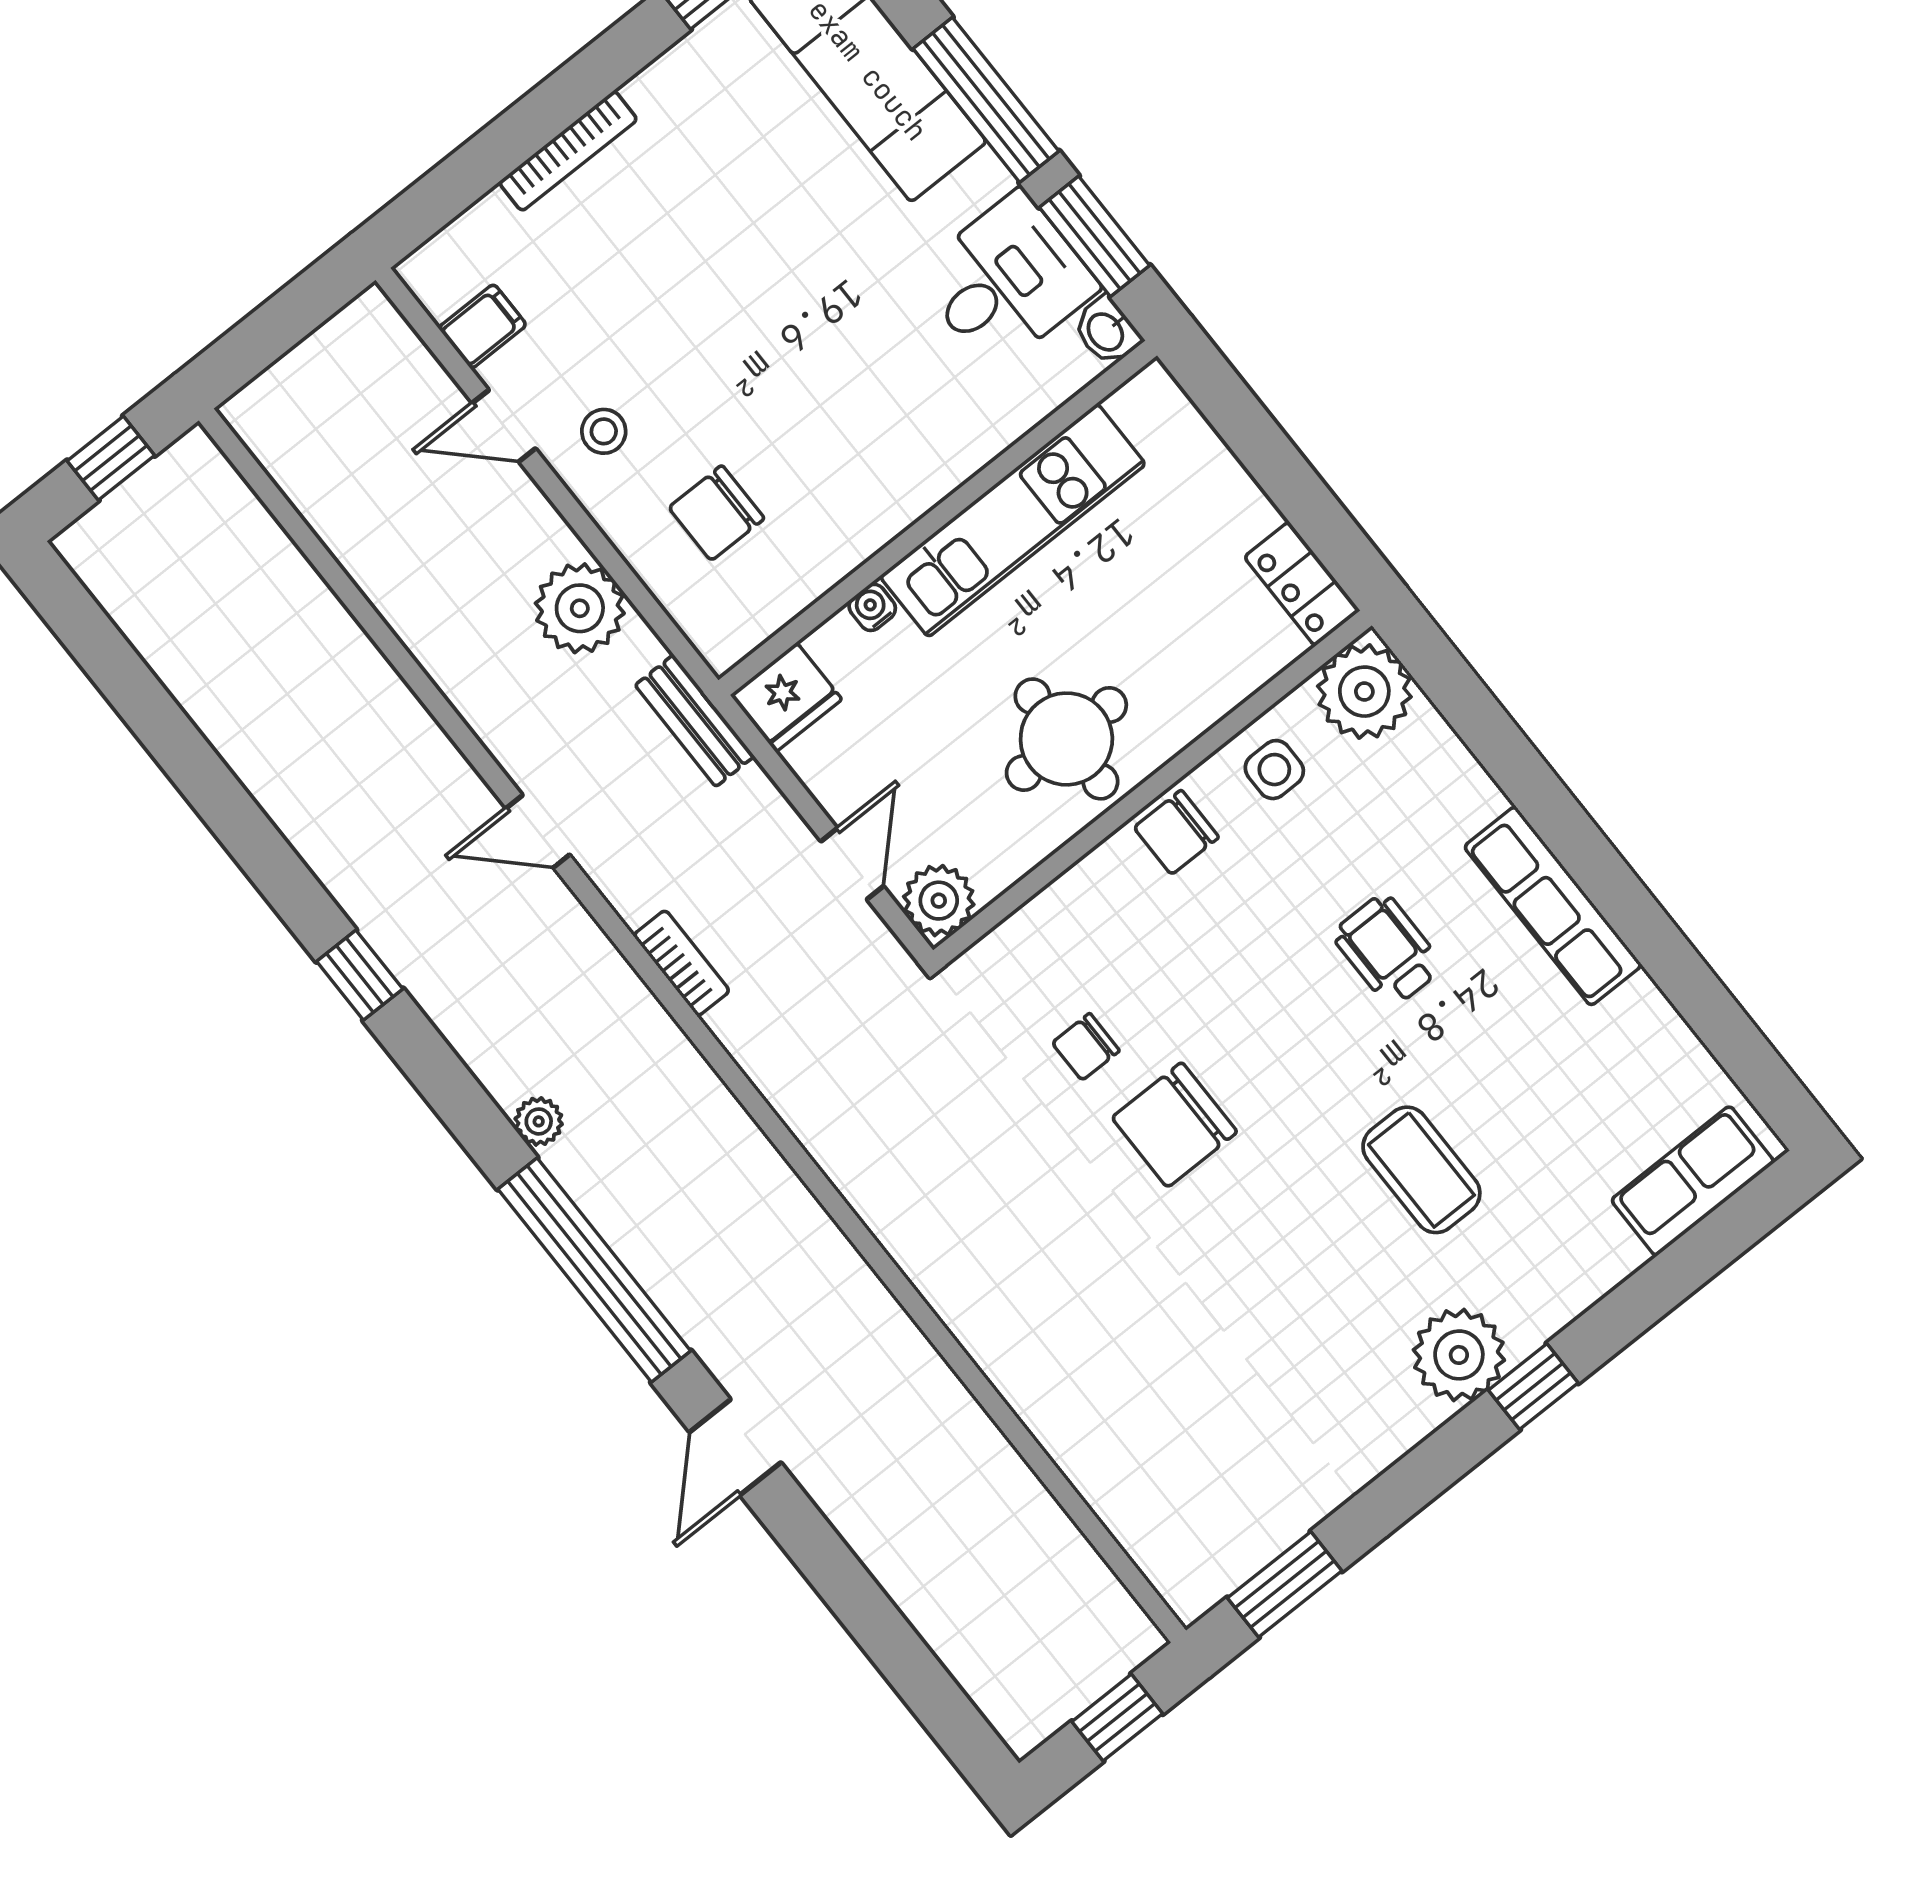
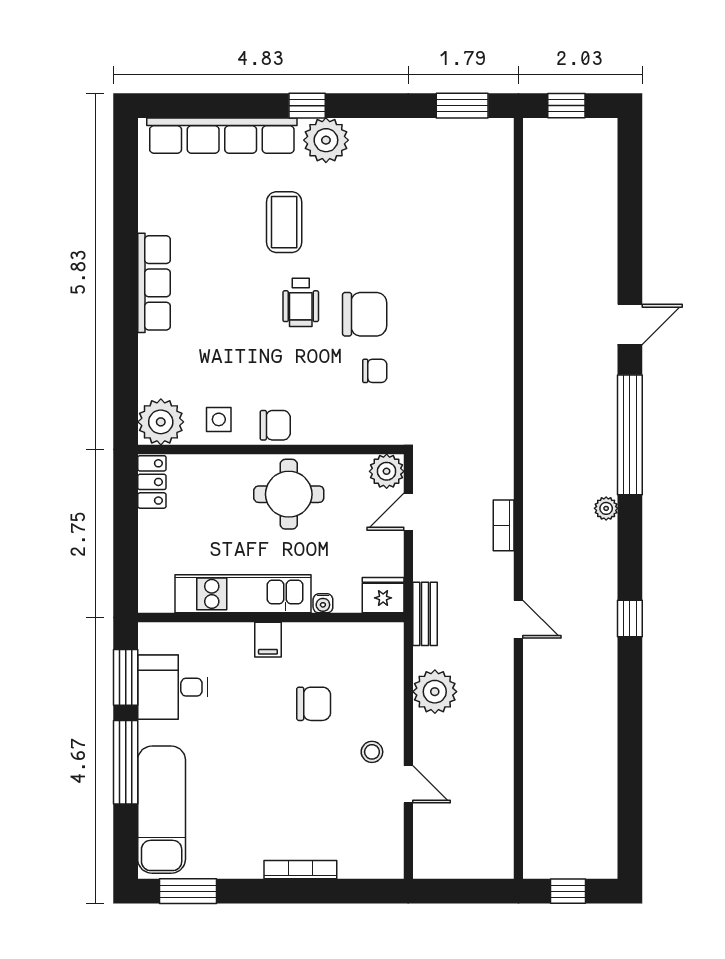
filing cabinet: (483, 326) -> (268, 640), moved, turned -90
washbasin: (1106, 331) -> (150, 638), removed
chair: (717, 513) -> (314, 704), moved
wheelchair: (1388, 950) -> (301, 302), moved
row of seats: (1693, 1181) -> (222, 136), width x2.02

